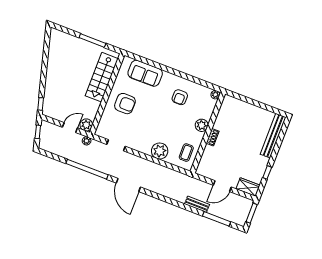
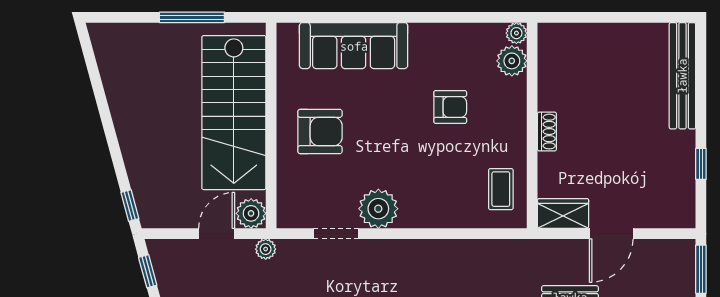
sofa: (145, 73) -> (354, 46), width x1.36
stairs: (102, 77) -> (234, 113), width x1.36, depth x1.51
armchair: (180, 97) -> (450, 107), moved, turned -90
plant: (202, 125) -> (512, 61), moved
plant: (160, 151) -> (378, 209), moved
wardrobe: (248, 187) -> (563, 213), moved

